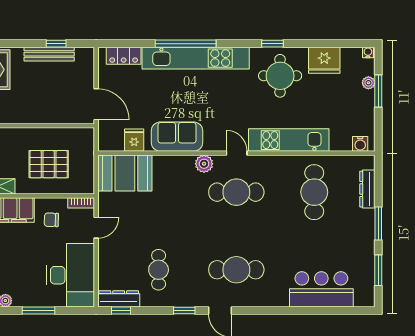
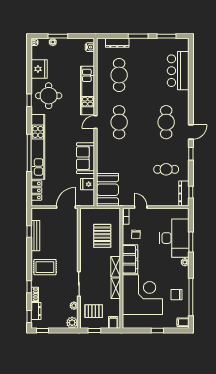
plant: (204, 164) -> (102, 142), removed
cafe table: (314, 192) -> (119, 75), turned 90
desk: (71, 275) -> (174, 238), moved, turned 90

